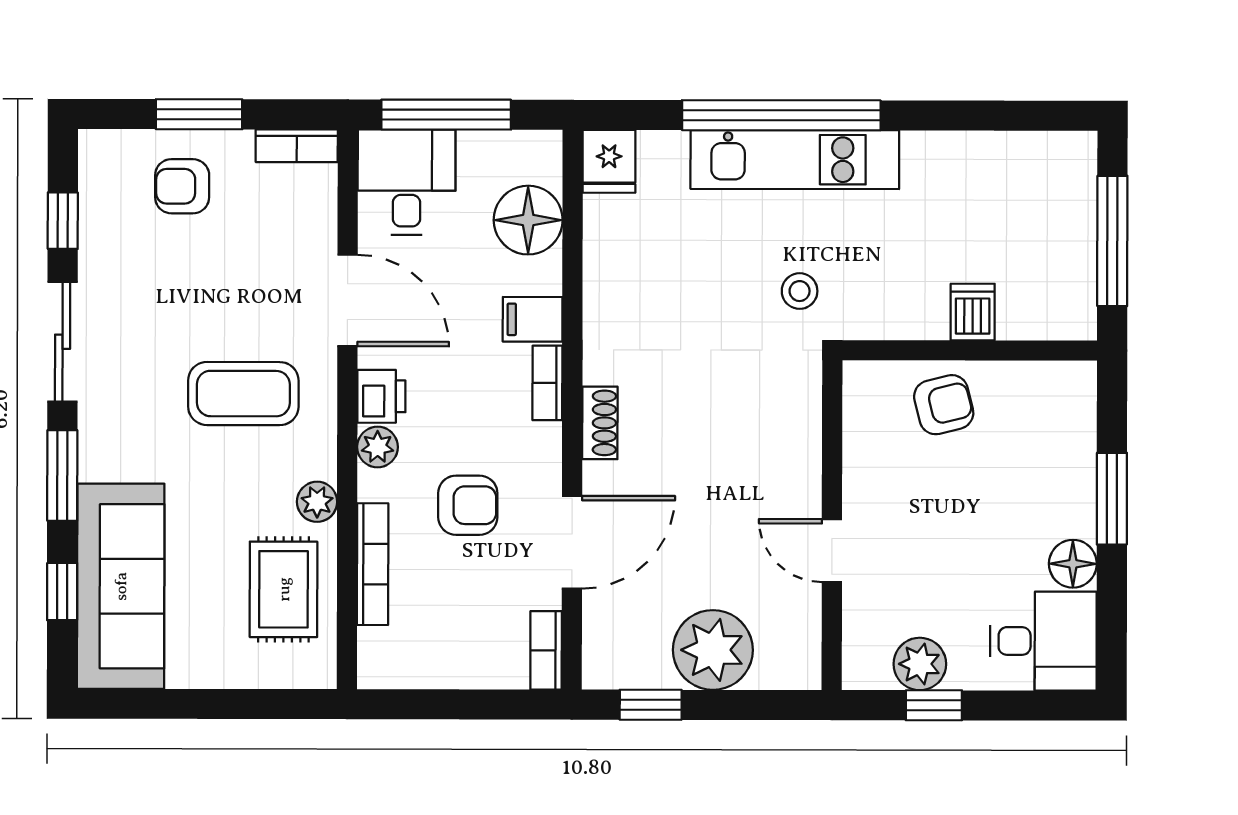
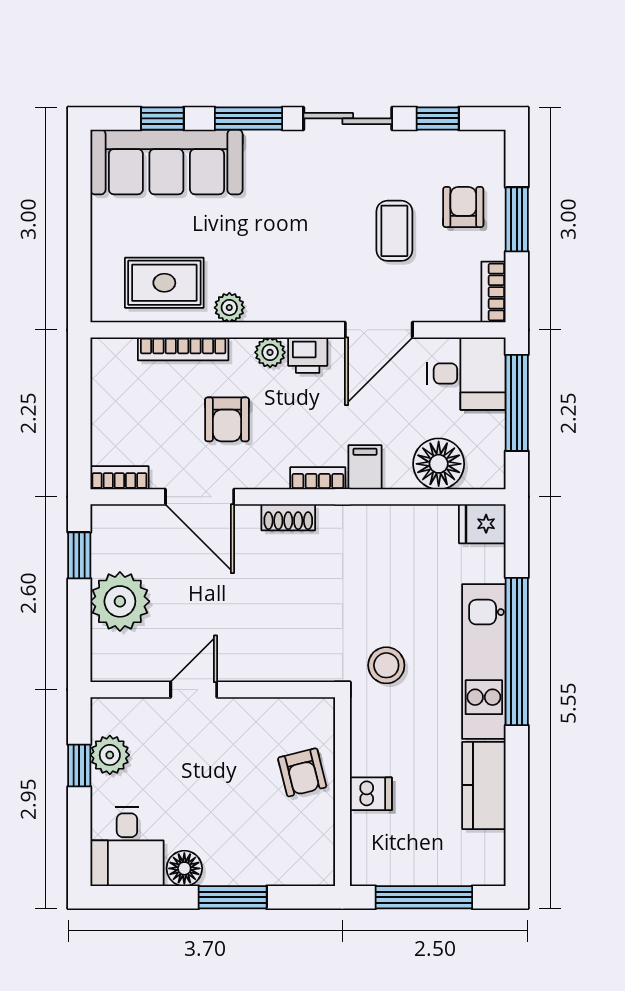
kitchen counter: (962, 160) -> (484, 785), added
stool: (800, 291) -> (386, 665), width x1.37, depth x1.37
coffee table: (243, 394) -> (394, 231), moved, width x0.73, depth x0.77

